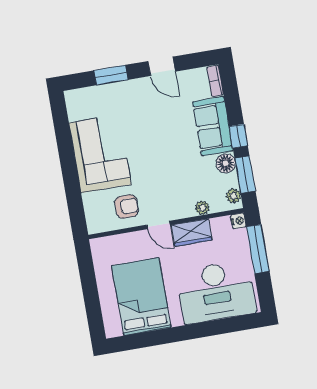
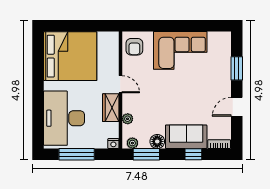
window: (238, 136) -> (193, 154), moved
armchair: (127, 206) -> (134, 47), moved
door: (158, 225) -> (120, 84), swing flipped
window: (258, 249) -> (77, 154), moved
bed: (141, 297) -> (70, 56), width x1.36

